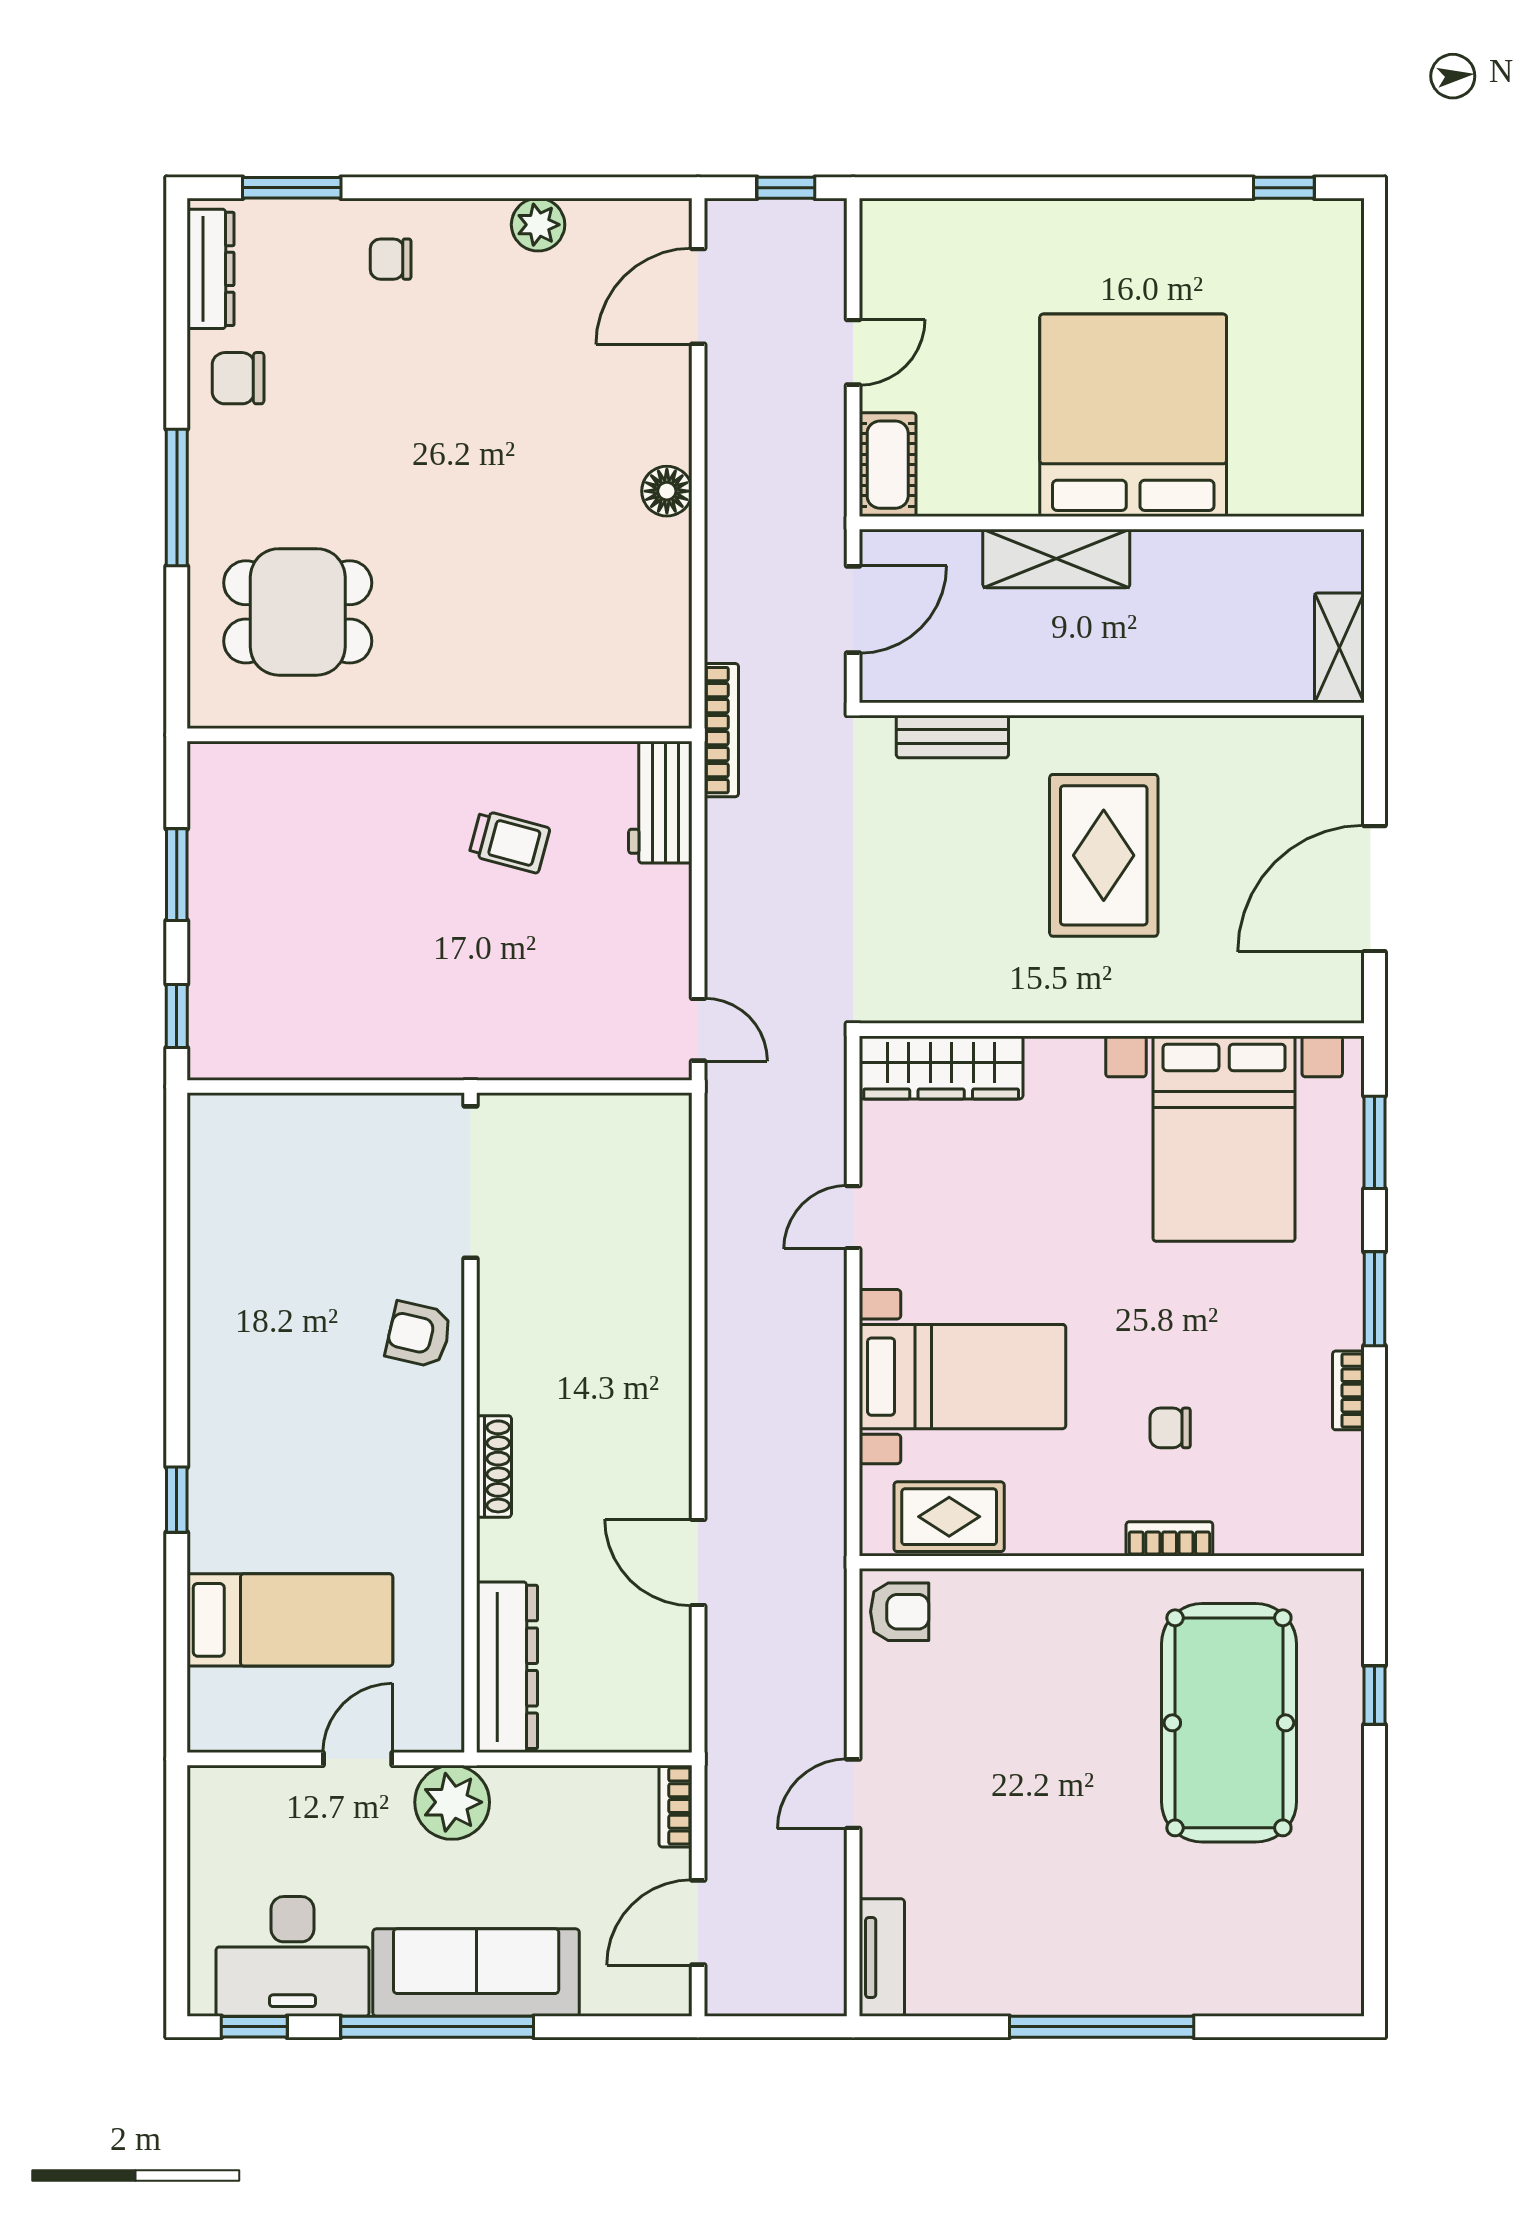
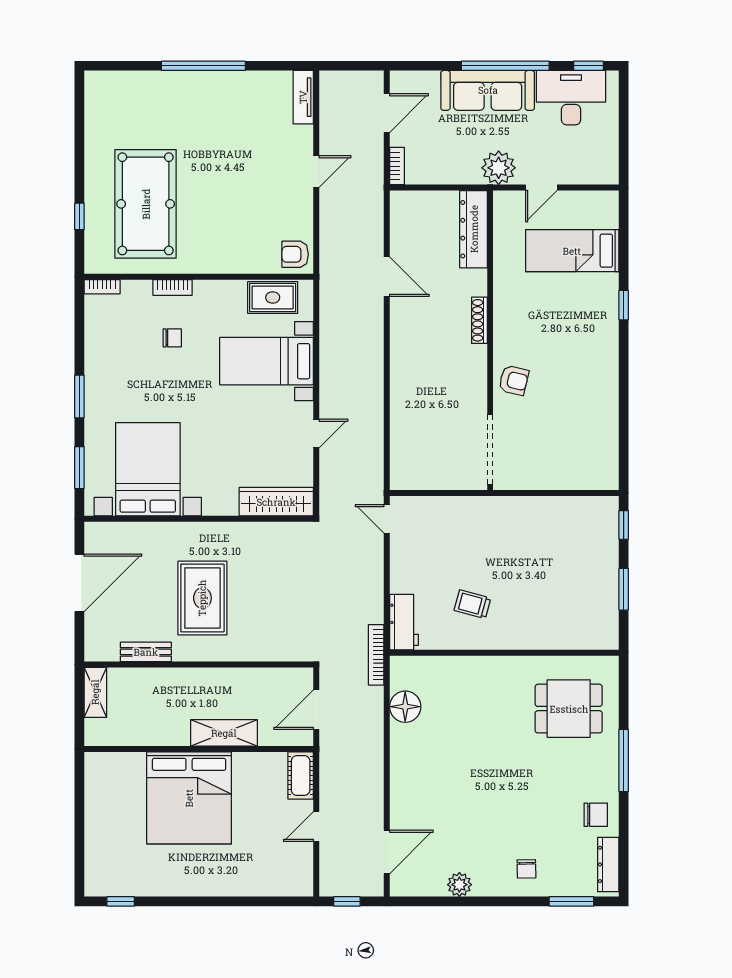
chair: (391, 259) -> (526, 869), turned 89
floor lamp: (667, 491) -> (405, 707), moved, width x1.38, depth x1.38
bench: (952, 737) -> (146, 652), moved
bookcase: (1348, 1390) -> (102, 287), moved, turned 90

